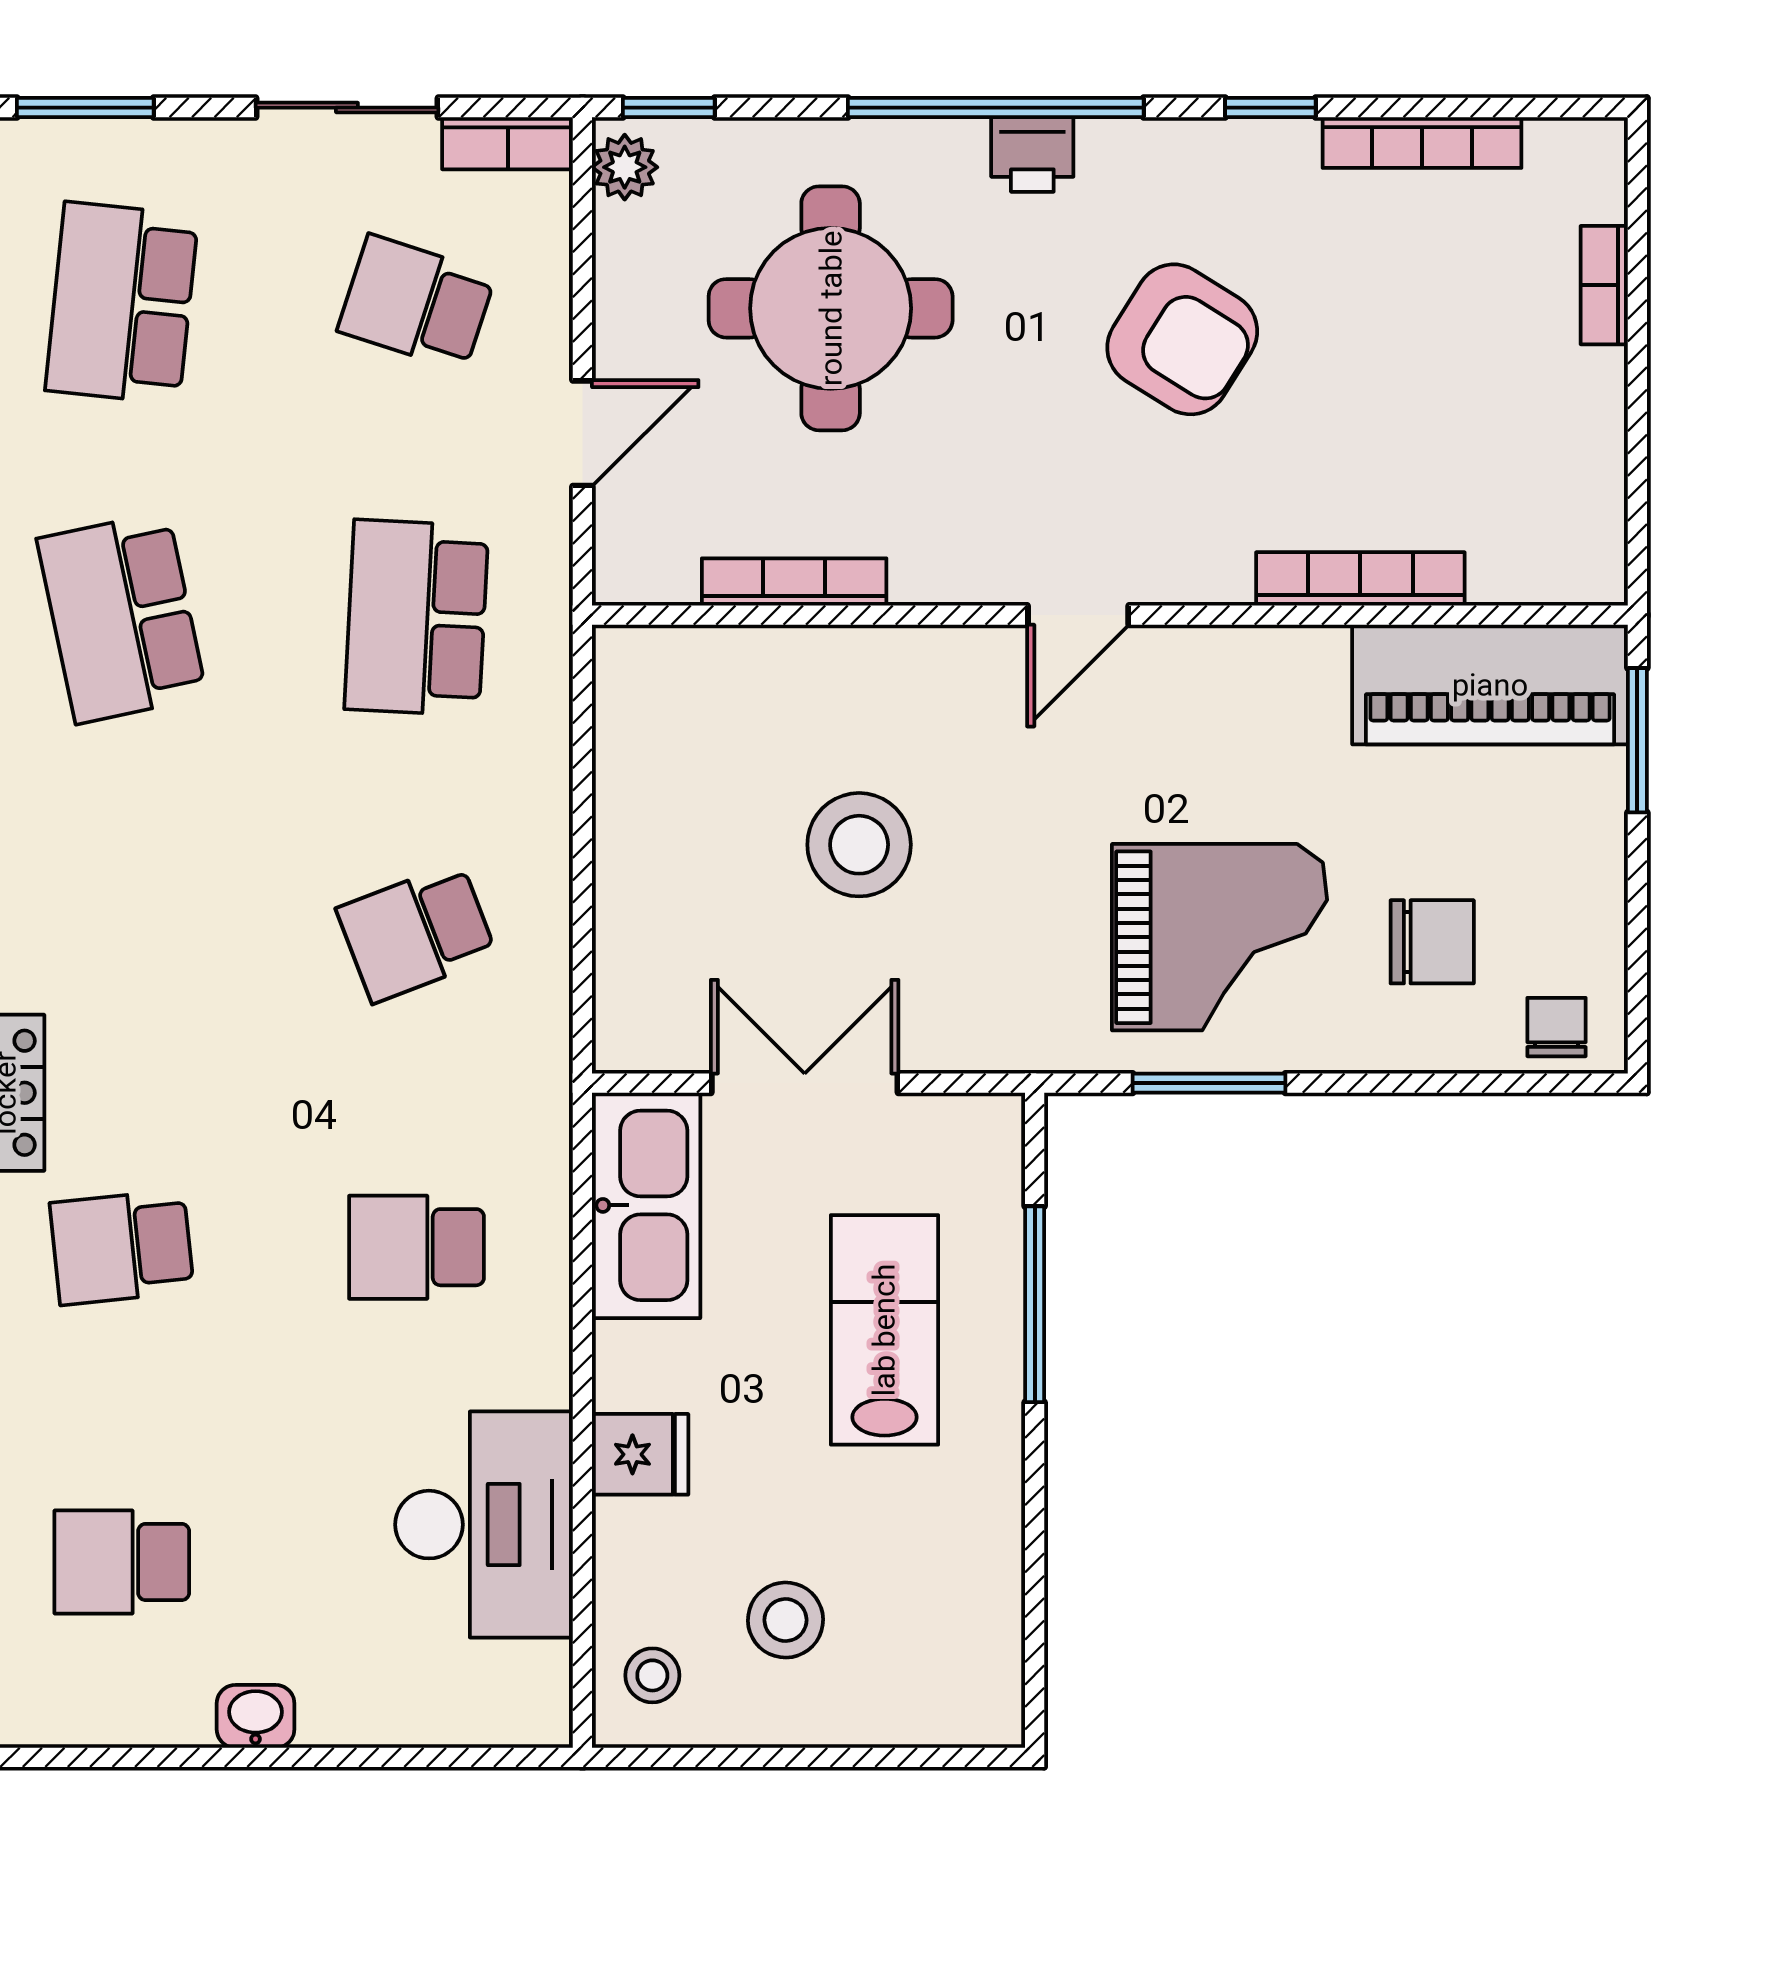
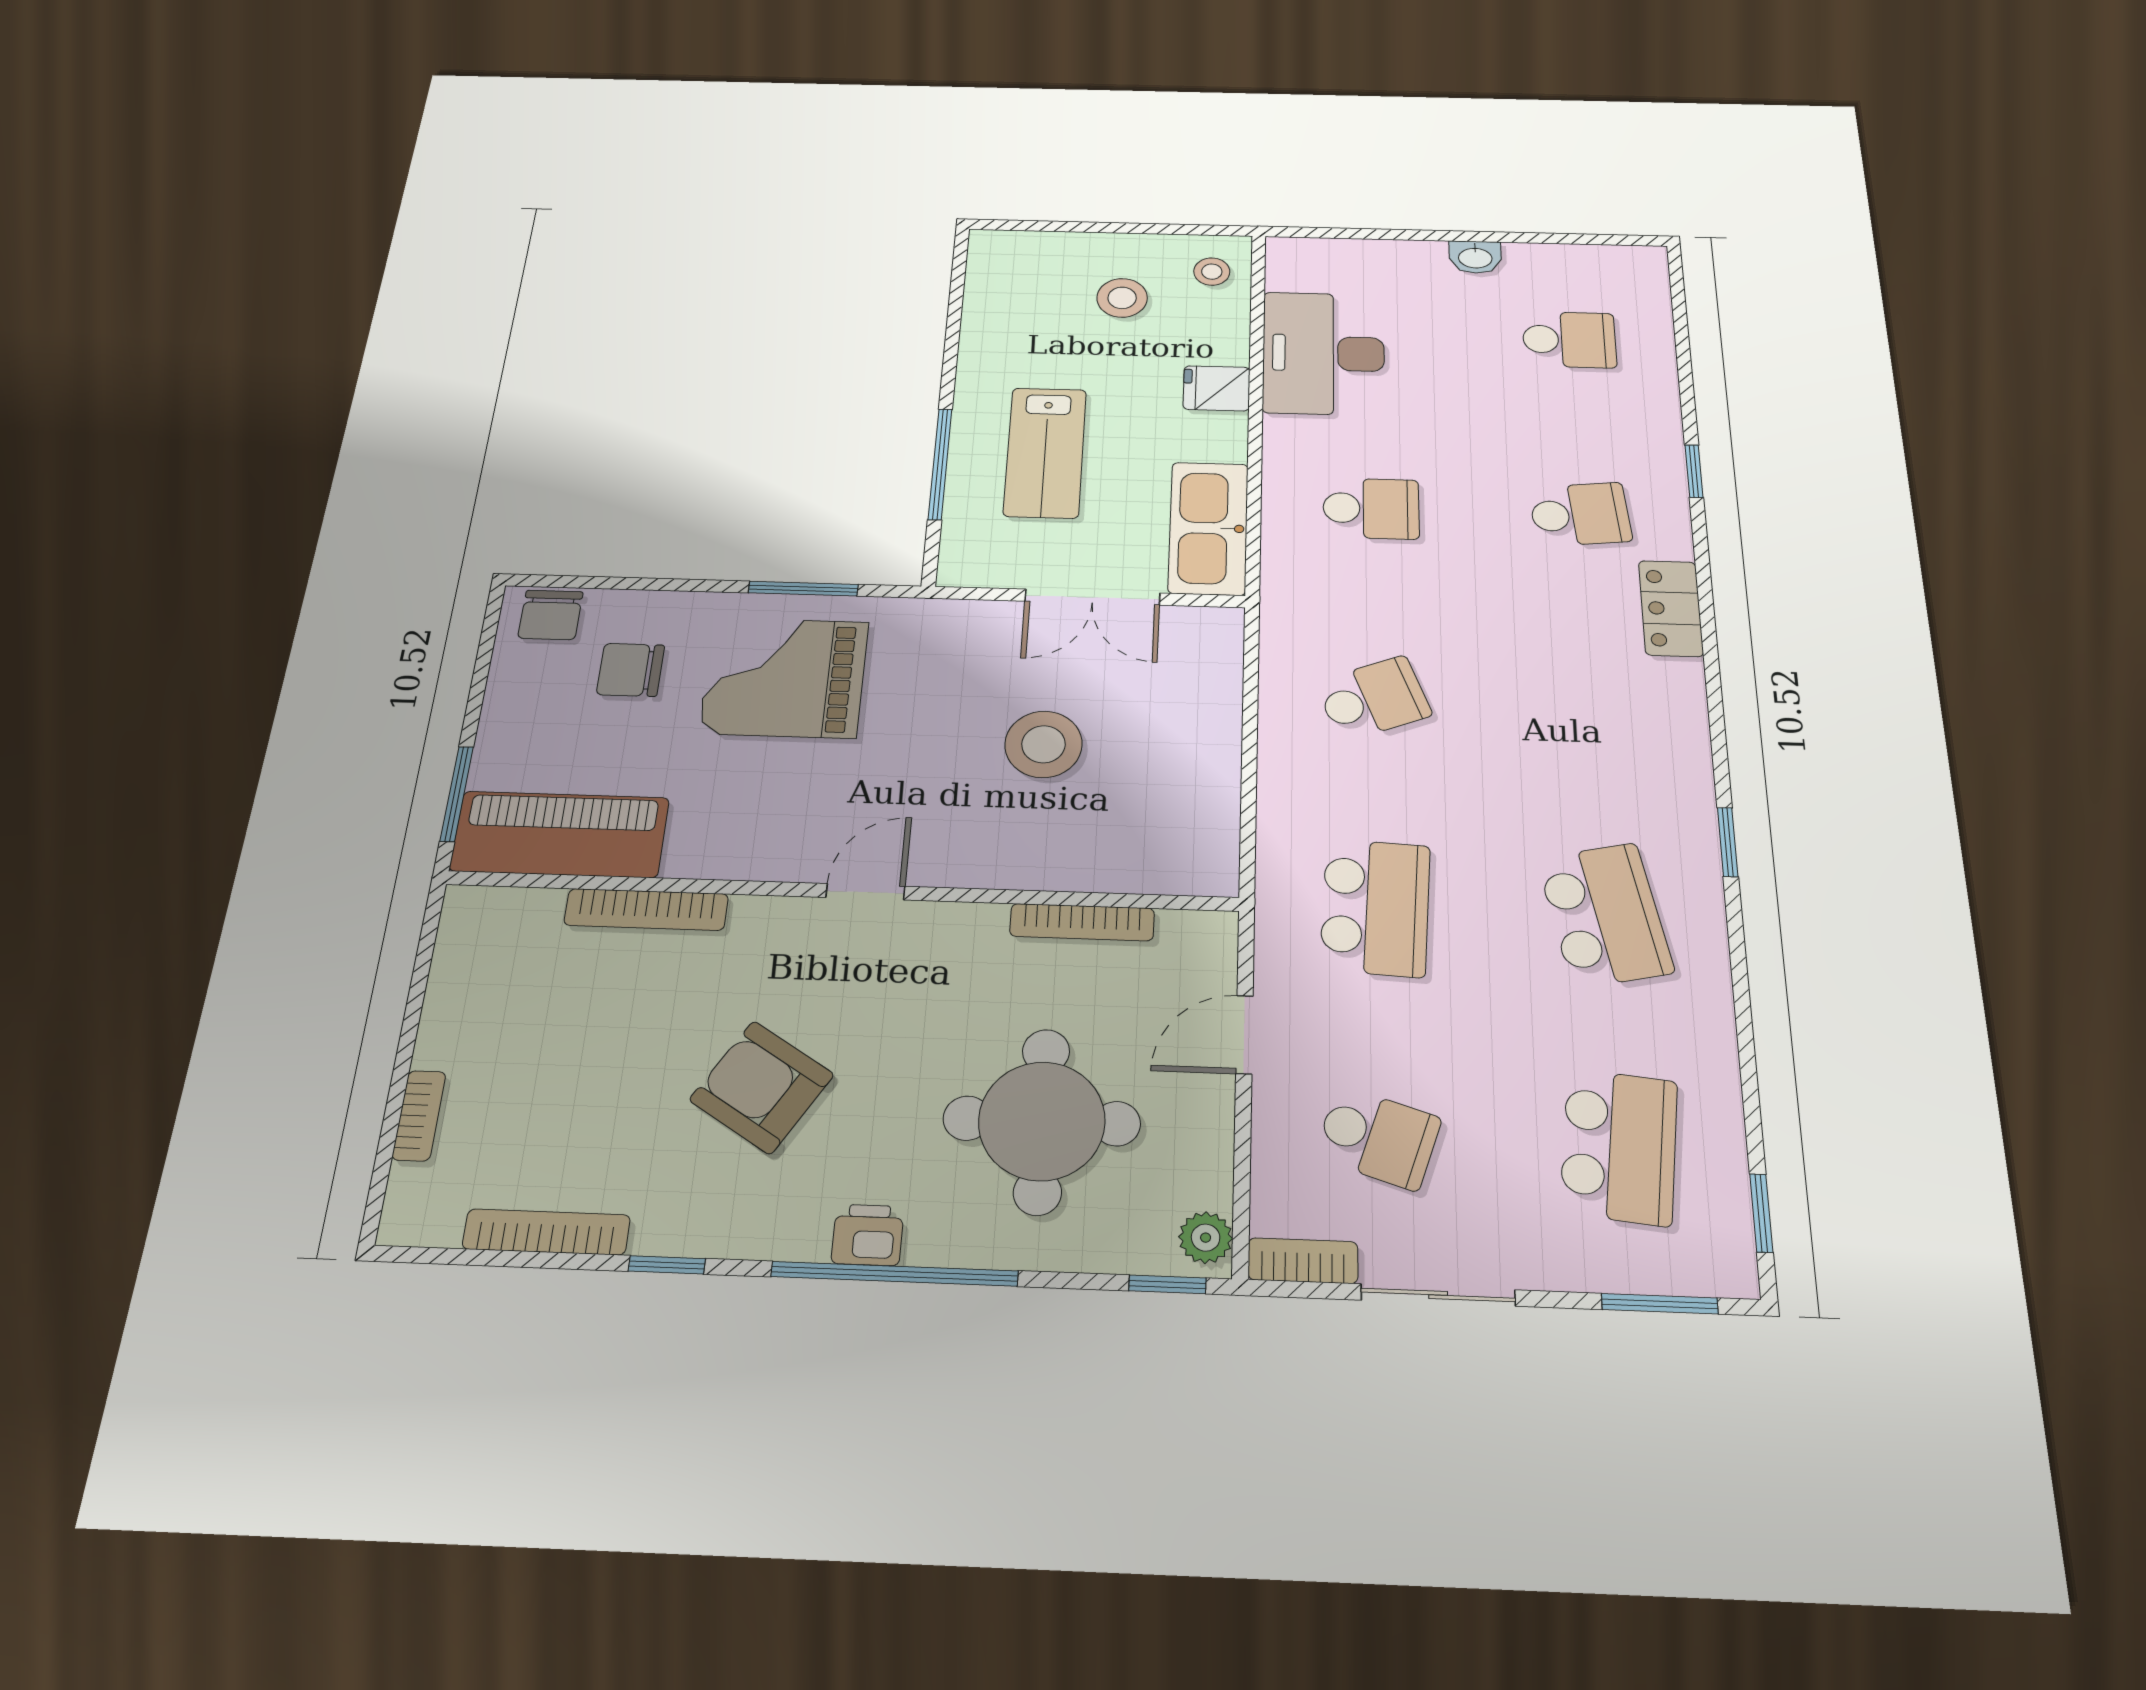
chair: (1557, 1027) -> (550, 615), width x1.37, depth x1.37

